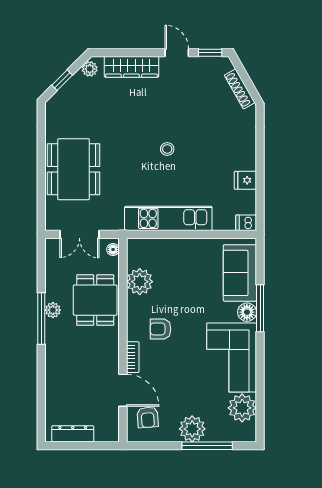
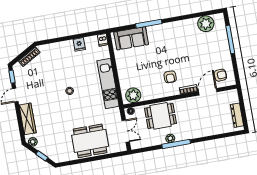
plant: (140, 282) -> (133, 95), moved
floor lamp: (247, 312) -> (152, 31), removed
corner sofa: (232, 358) -> (179, 35), removed
plant: (192, 429) -> (222, 49), removed

